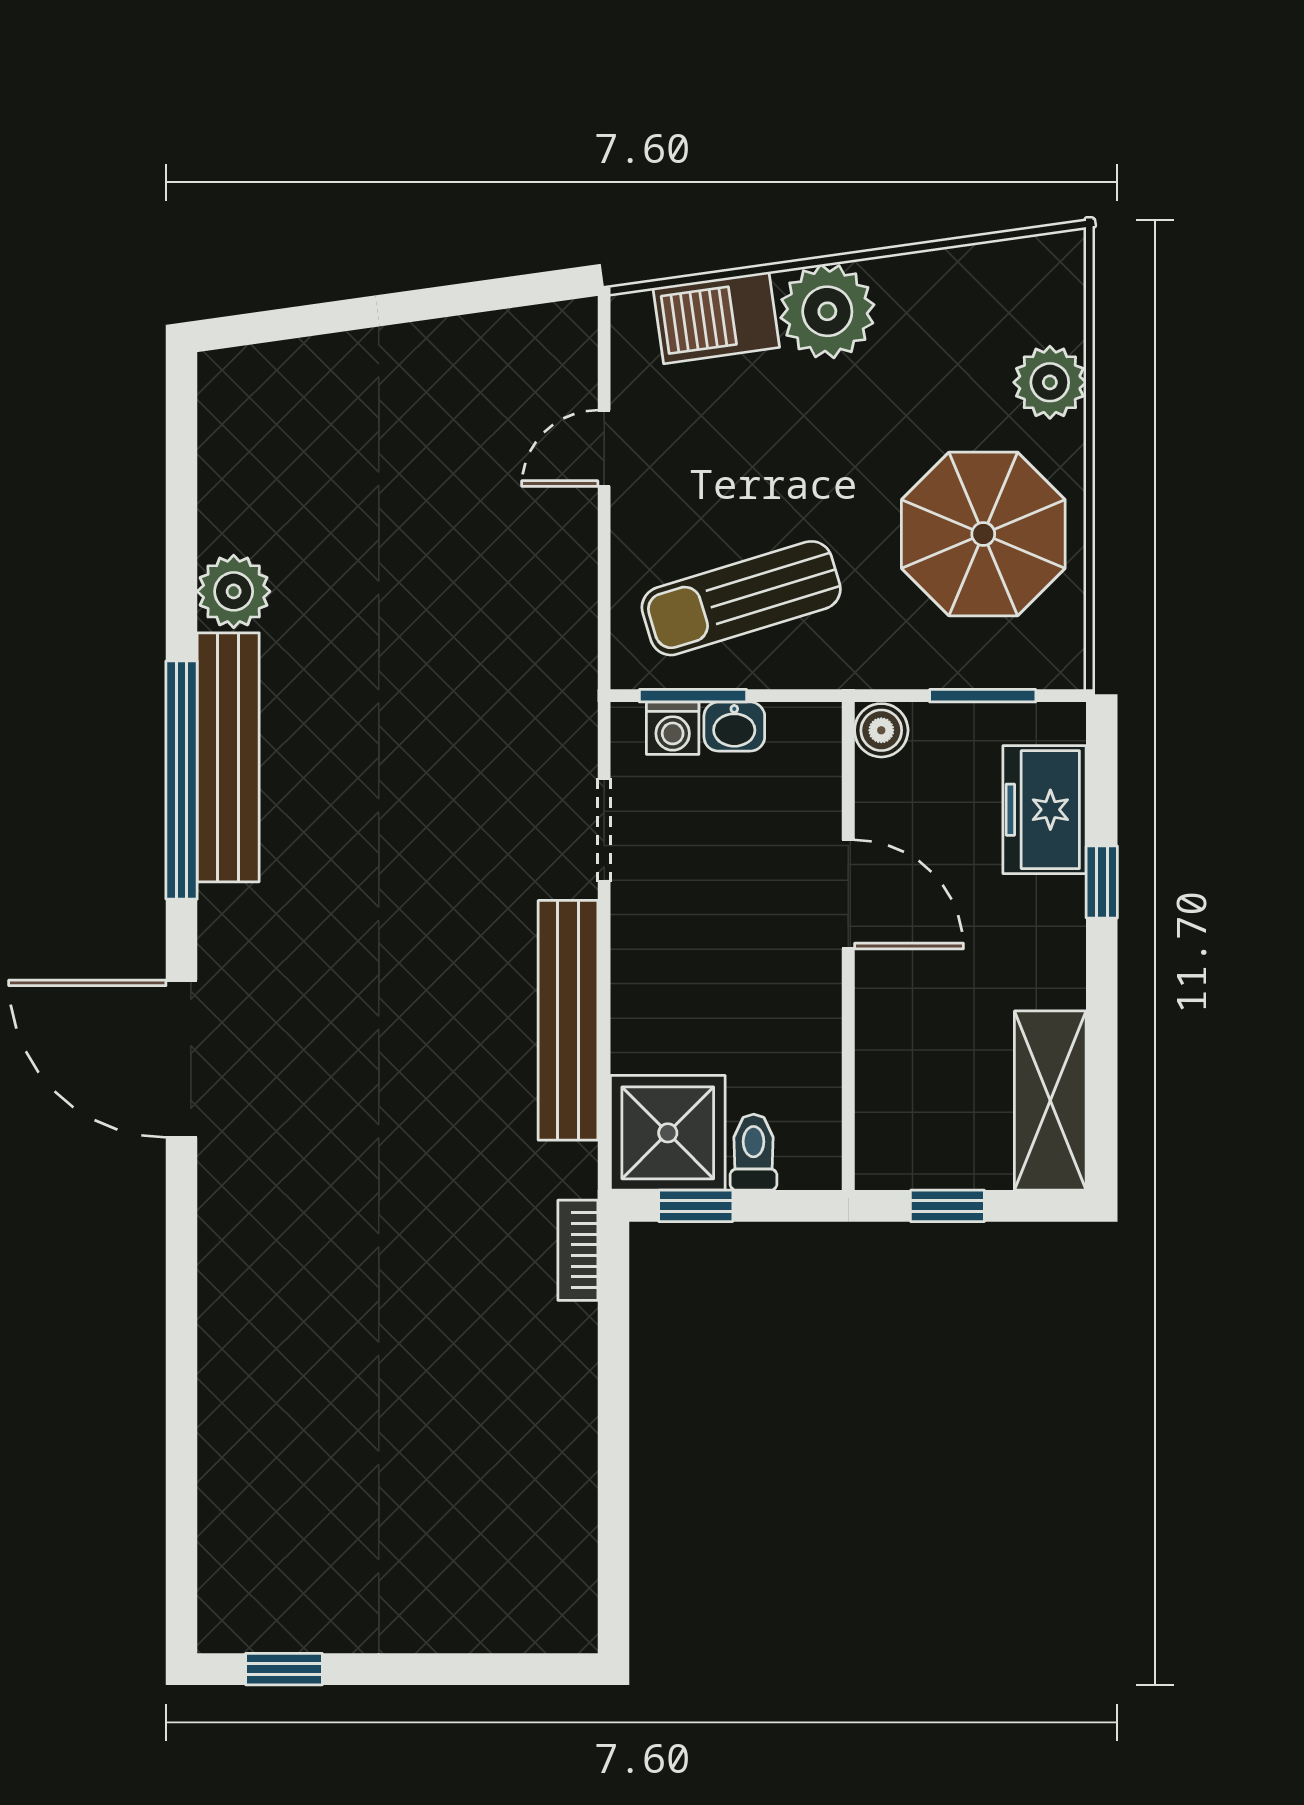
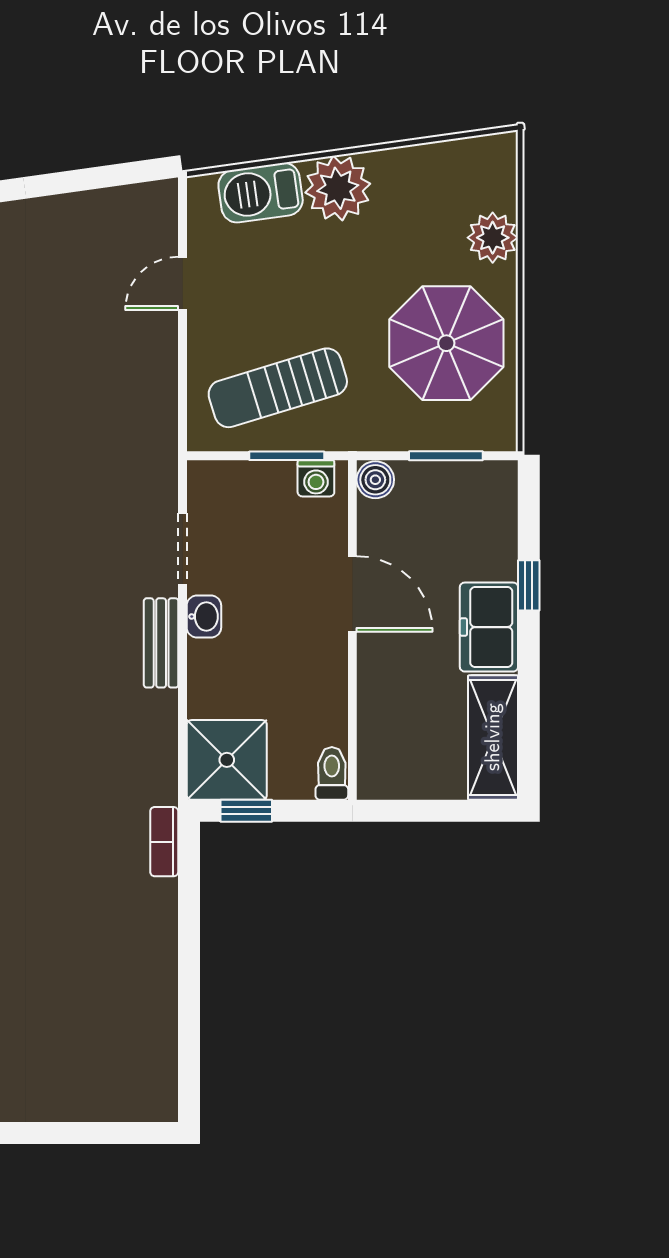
window: (693, 696) -> (287, 456), moved
washbasin: (734, 727) -> (204, 616), moved, turned -90
washing machine: (673, 728) -> (316, 478), moved
freezer: (1045, 810) -> (489, 627), moved
bench: (568, 1020) -> (161, 643), width x0.54, depth x0.82
toilet: (754, 1152) -> (332, 773), moved
window: (947, 1206) -> (421, 811), removed

